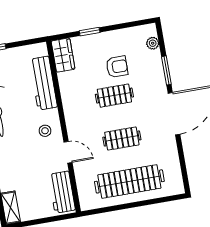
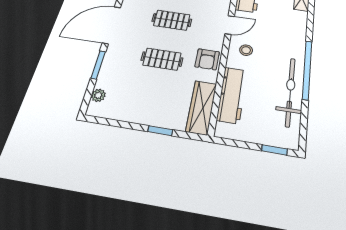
wardrobe: (63, 55) -> (201, 107), width x1.50
armchair: (117, 67) -> (207, 59), moved, turned -90
door: (68, 152) -> (230, 25), swing flipped

